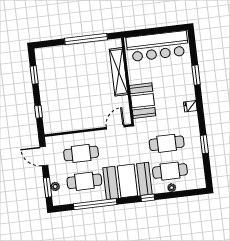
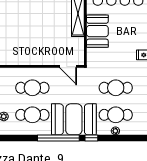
booth: (142, 101) -> (97, 31), moved
door: (115, 127) -> (68, 66), swing flipped
window: (95, 204) -> (58, 138), moved

